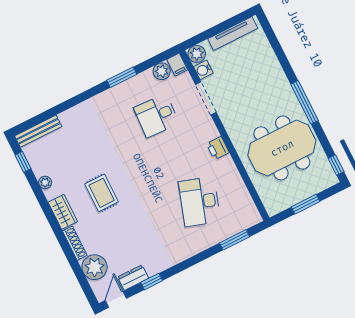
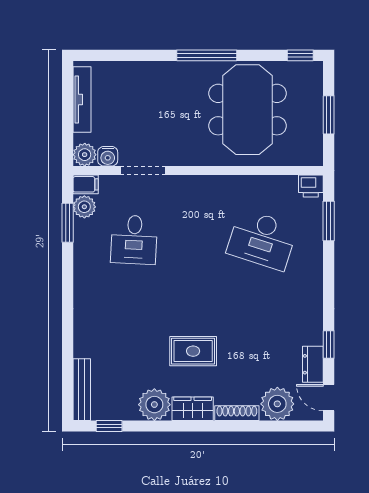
window: (122, 77) -> (68, 223), moved
printer: (218, 148) -> (311, 186), moved
plant: (45, 182) -> (154, 405), width x1.88, depth x1.88

